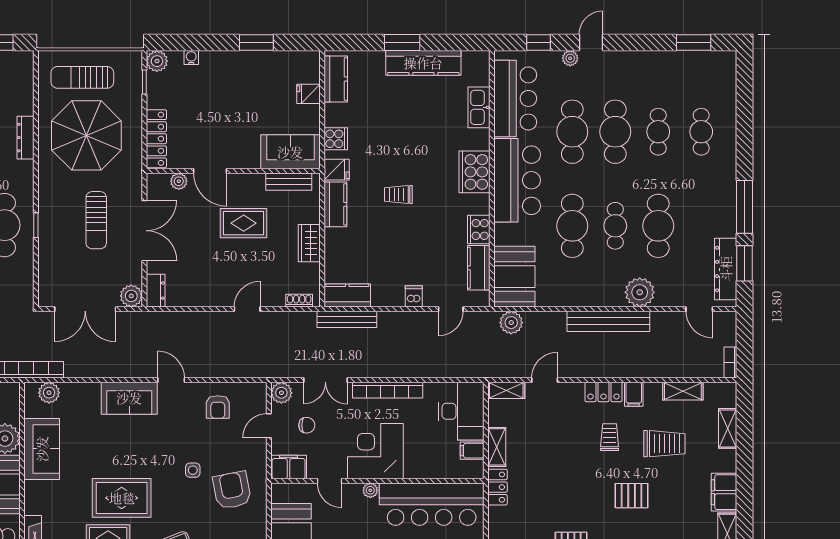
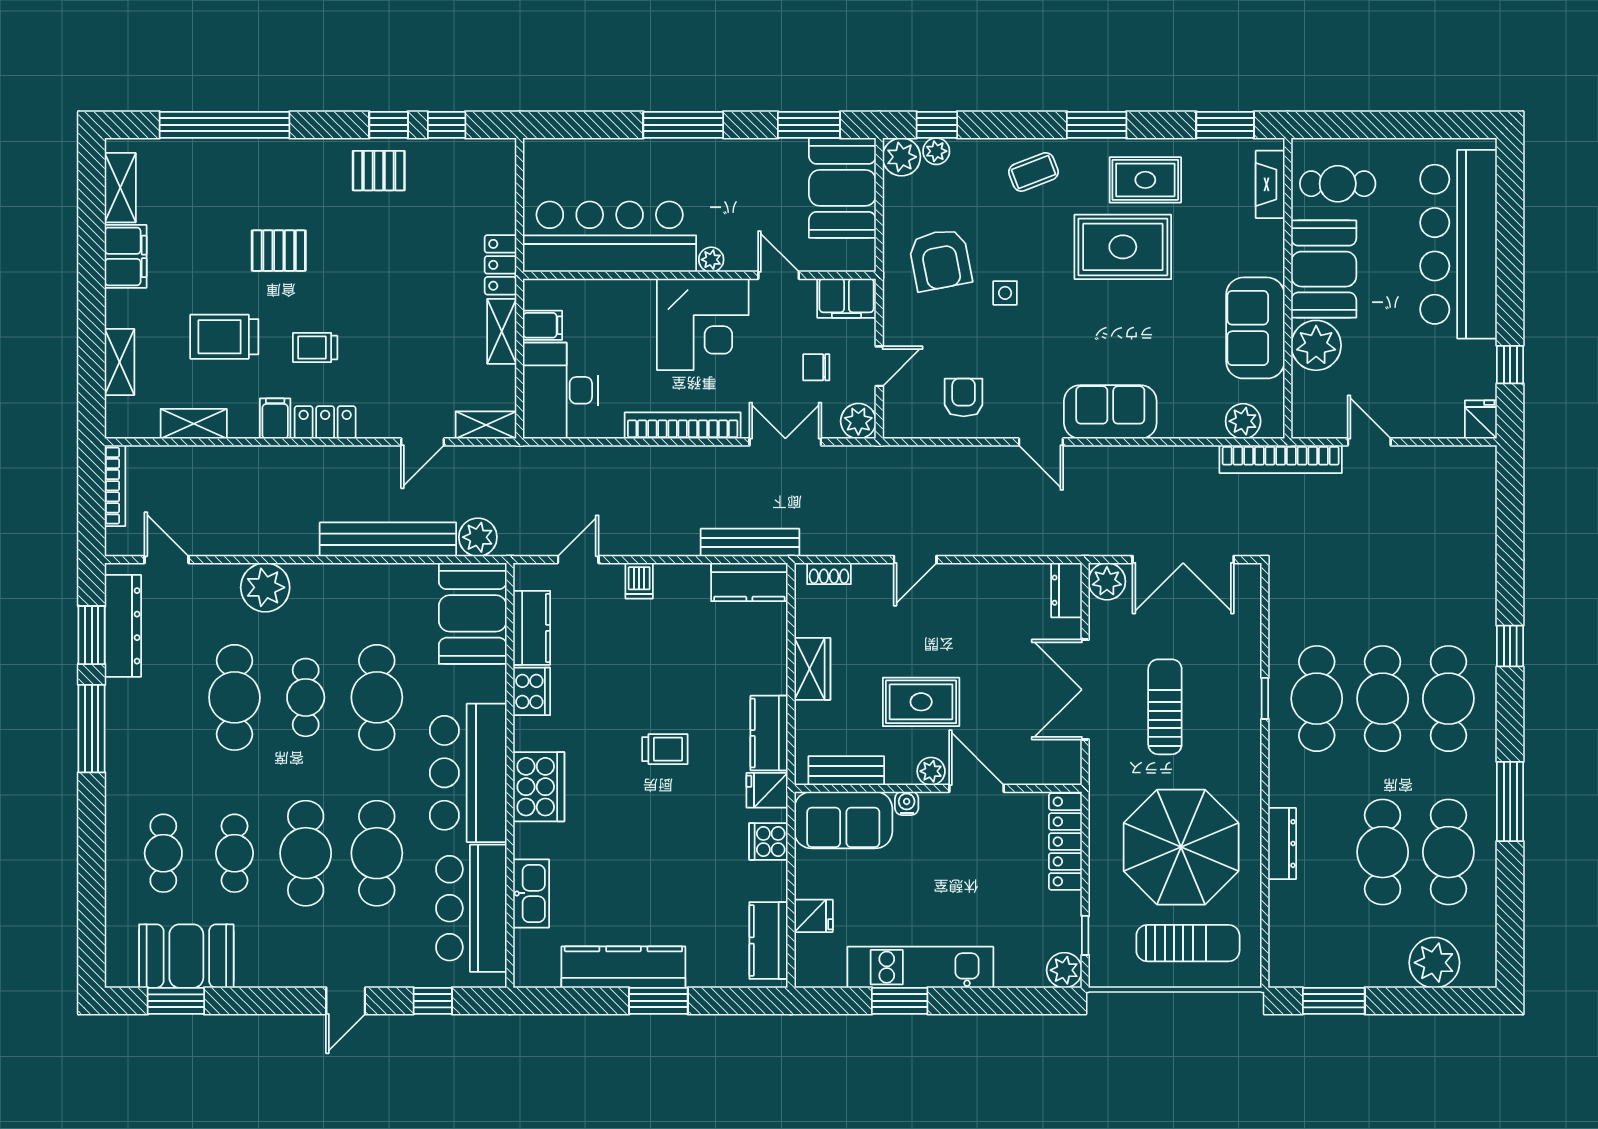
water cooler: (191, 58) -> (907, 803), moved, turned 180
plant: (570, 58) -> (380, 975), removed
kitchen unit: (244, 63) -> (920, 967), added
booth: (687, 70) -> (186, 956), added
plant: (179, 181) -> (931, 771), moved
double door: (85, 309) -> (1183, 560), swing flipped
bench: (608, 321) -> (388, 539), moved
bookcase: (730, 363) -> (115, 486), width x1.56
trolley: (610, 437) -> (315, 348), turned 90

